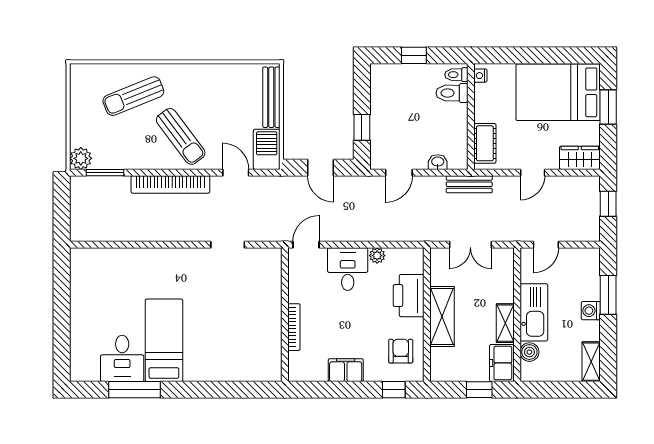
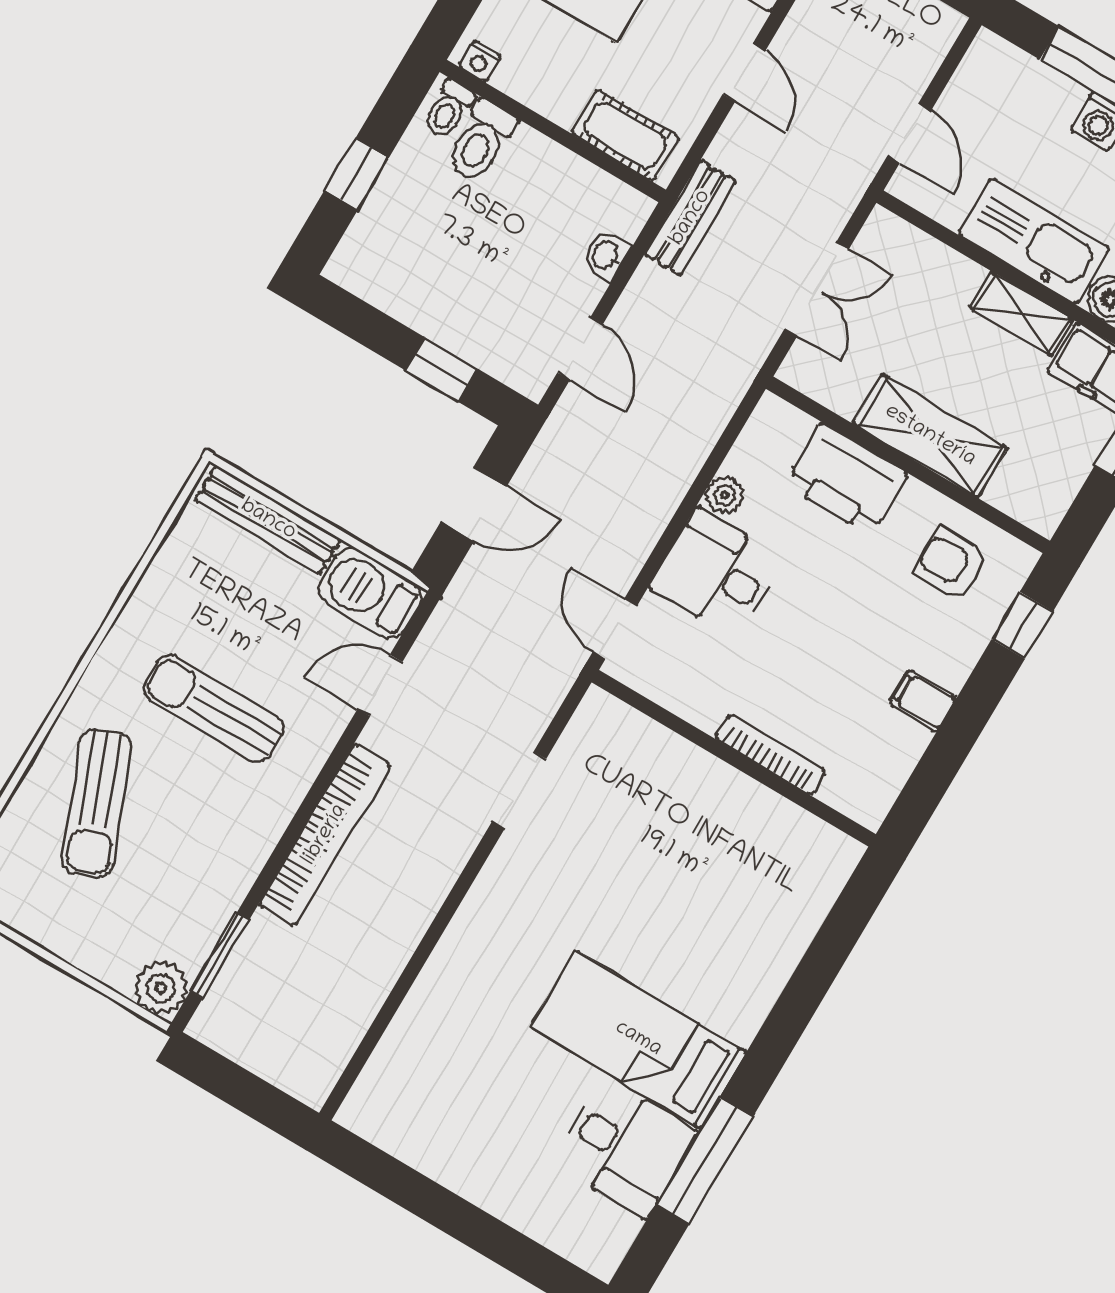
sun lounger: (181, 136) -> (214, 708), moved, turned -143
filing cabinet: (346, 370) -> (923, 701), width x0.50

